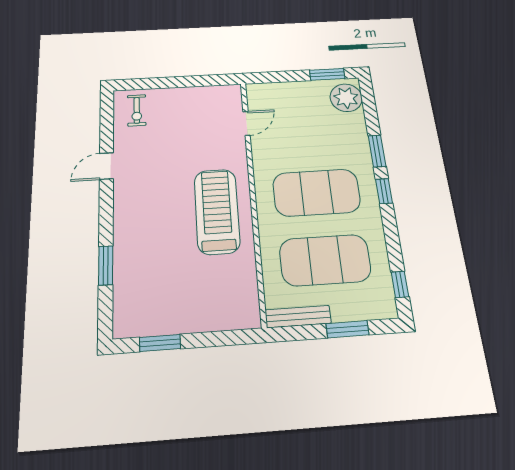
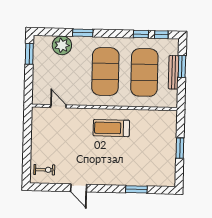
plant: (346, 98) -> (62, 45), moved
window: (384, 191) -> (141, 34), moved
treadmill: (217, 211) -> (111, 128), width x0.73, depth x0.73
bench: (298, 317) -> (173, 72), moved
window: (160, 343) -> (180, 148), moved

